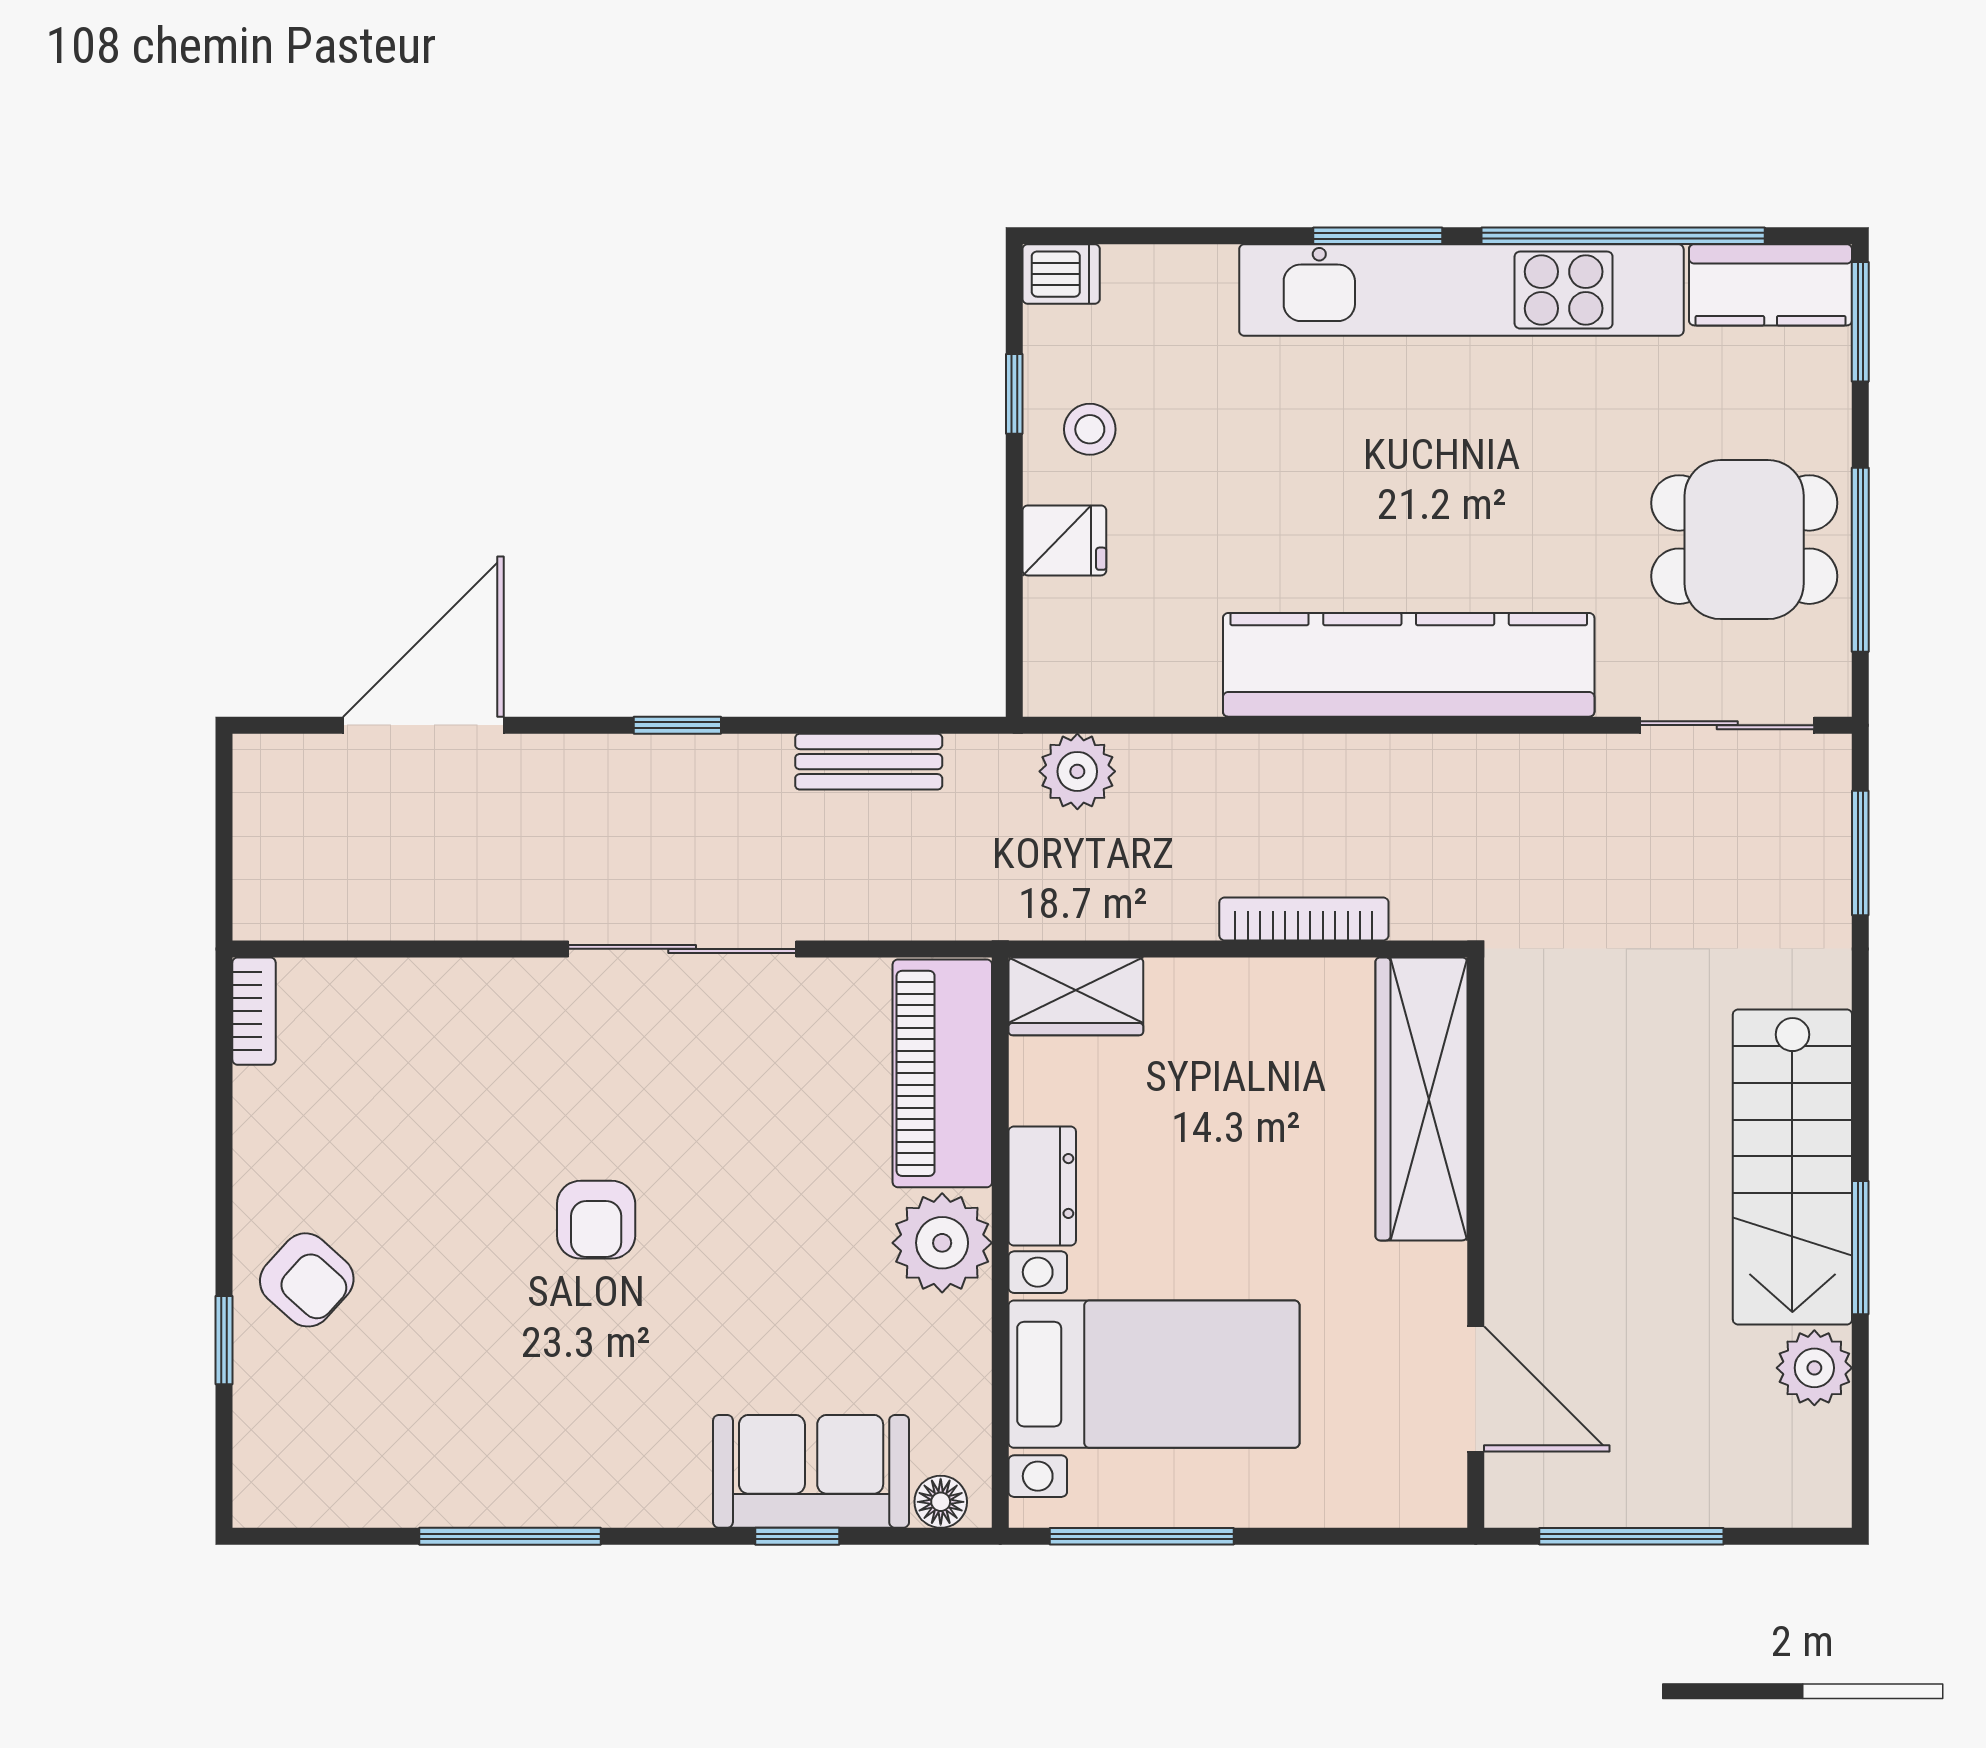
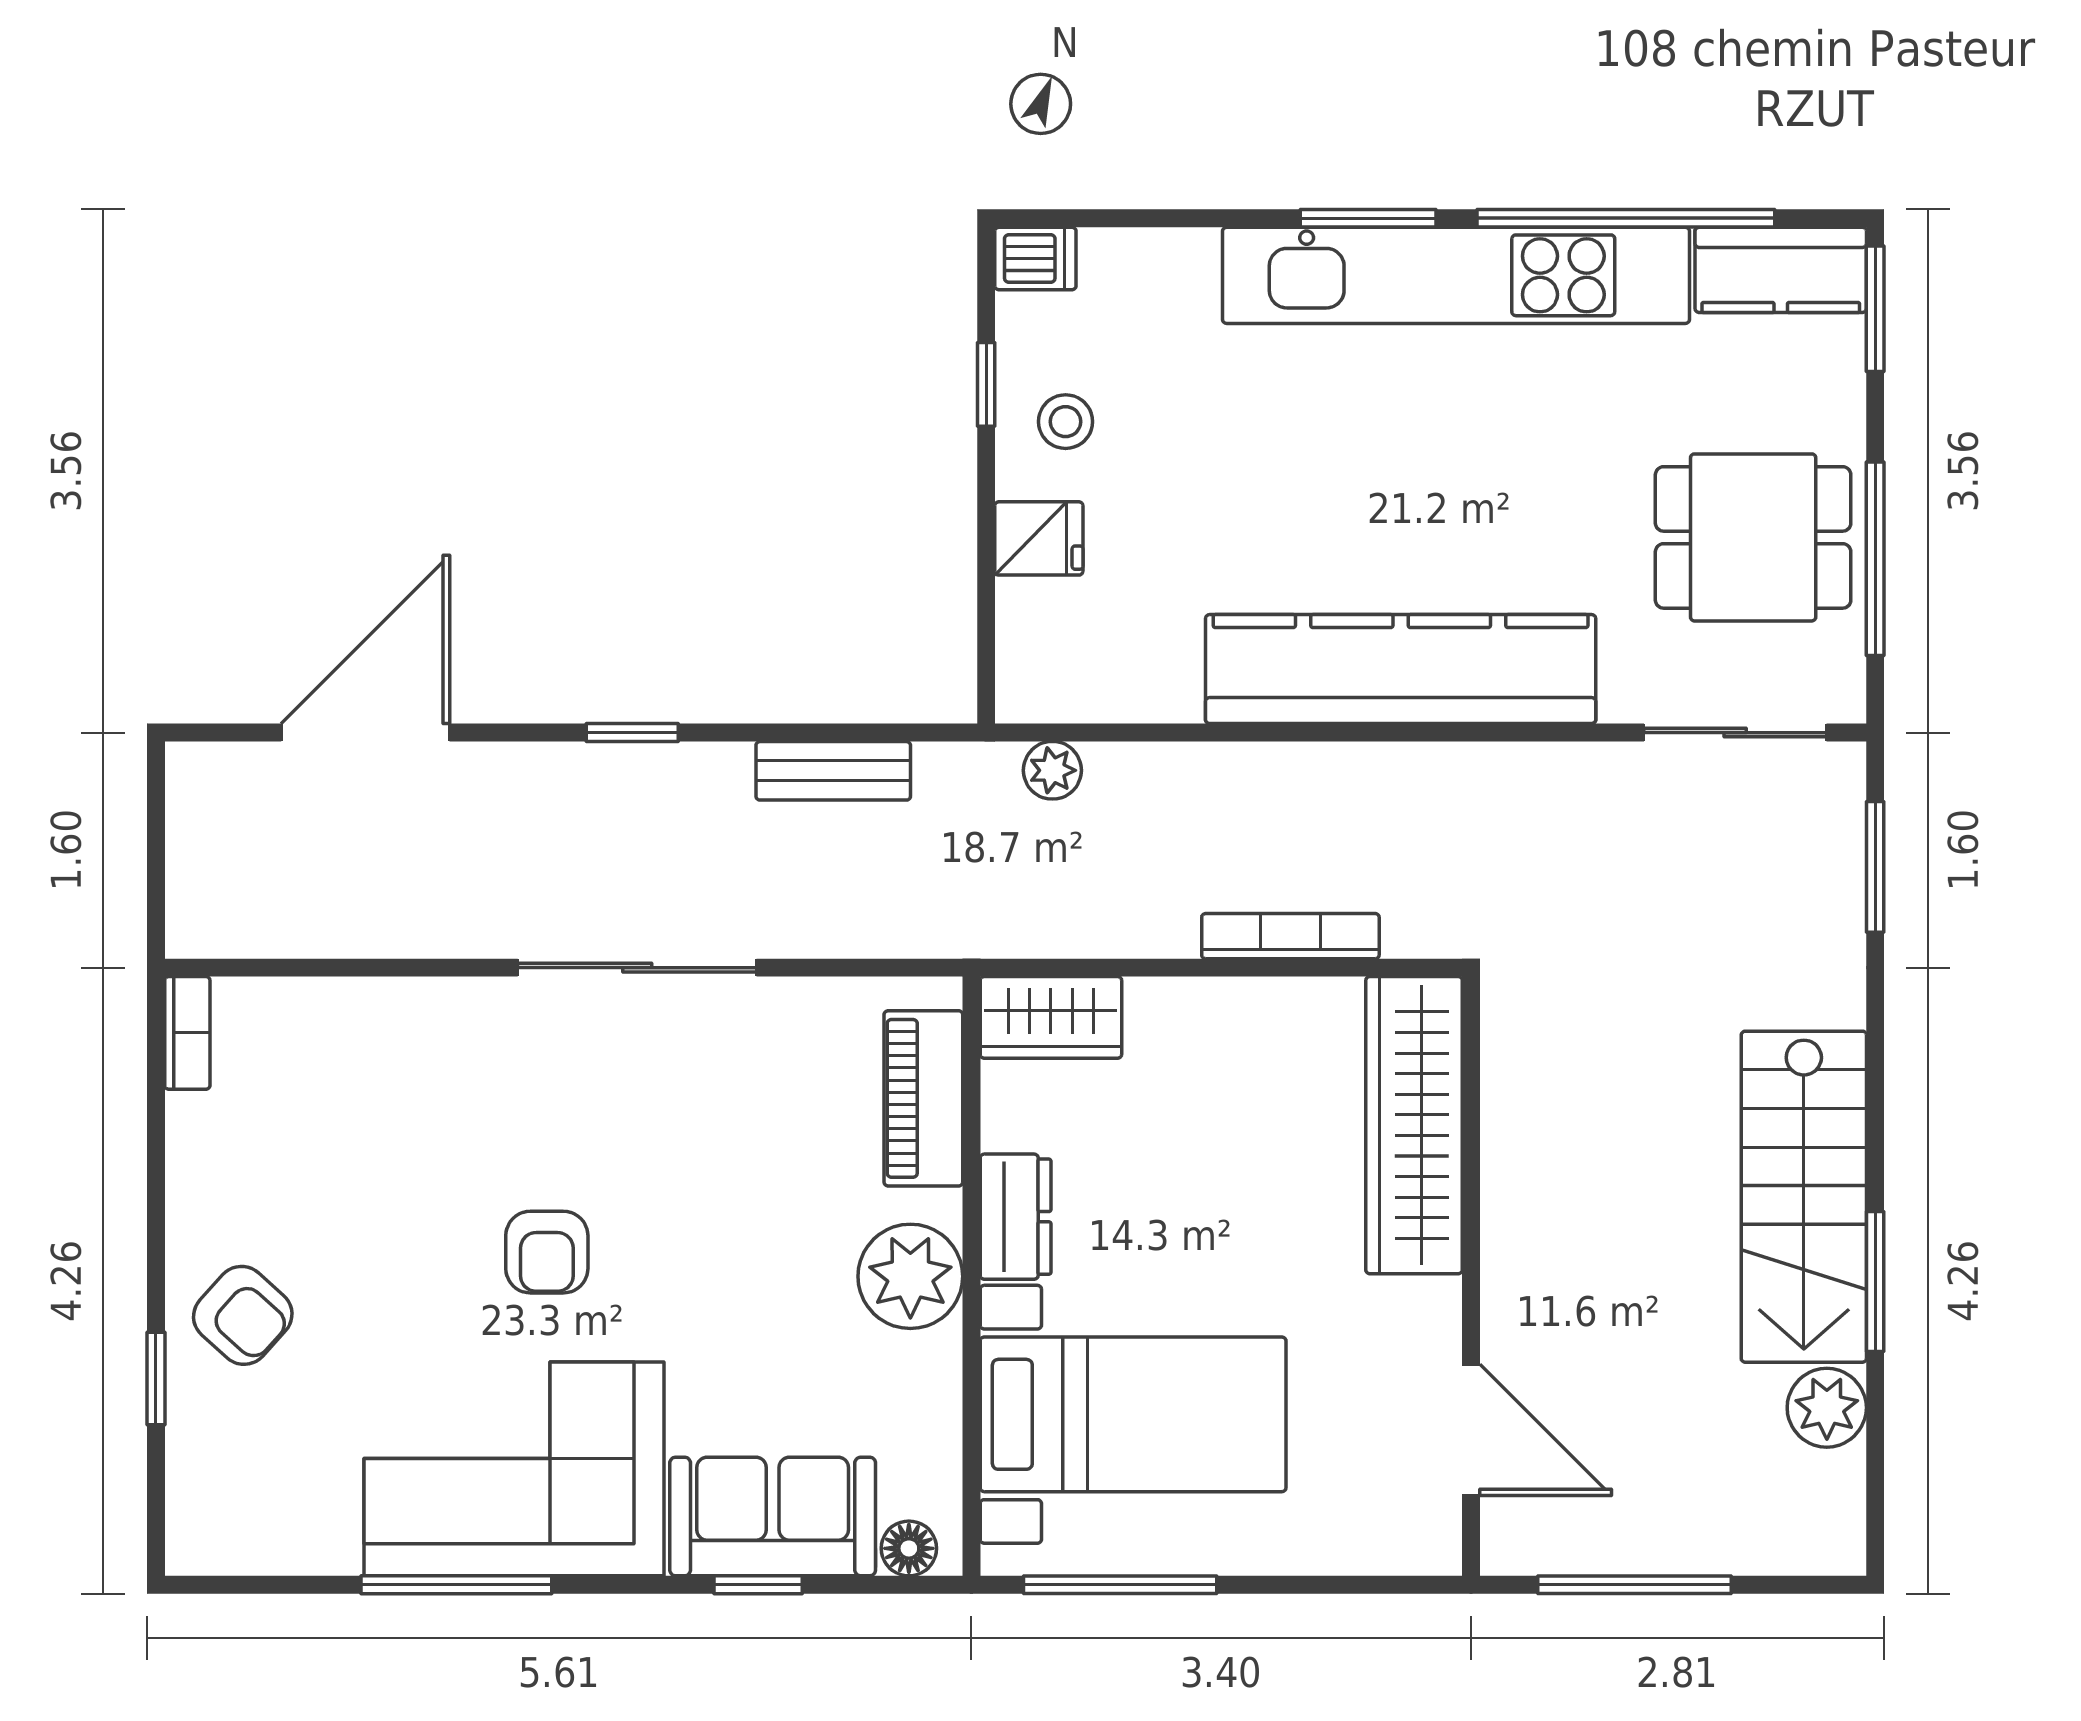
plant: (1077, 771) -> (1052, 770), width x0.73, depth x0.73
piano: (942, 1073) -> (923, 1098), width x0.73, depth x0.75
corner sofa: (565, 1426) -> (514, 1469), added

